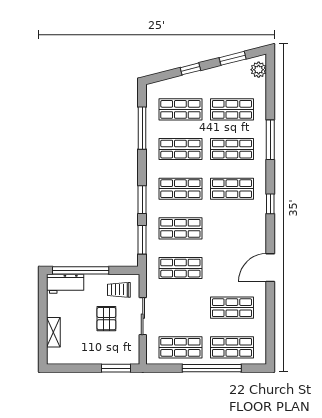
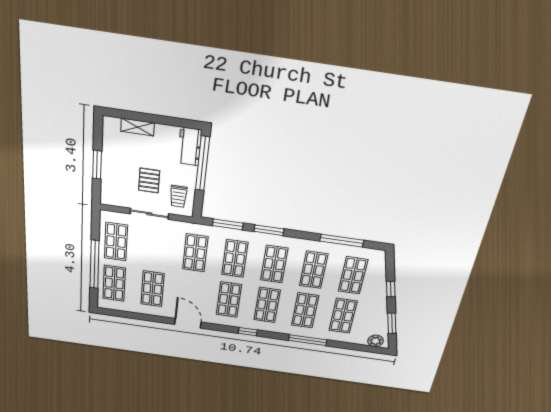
shop shelf: (232, 228) -> (229, 300), added
trolley: (119, 290) -> (178, 196), turned 180
pallet: (106, 319) -> (149, 181), turned 90
window: (116, 368) -> (97, 165), moved

